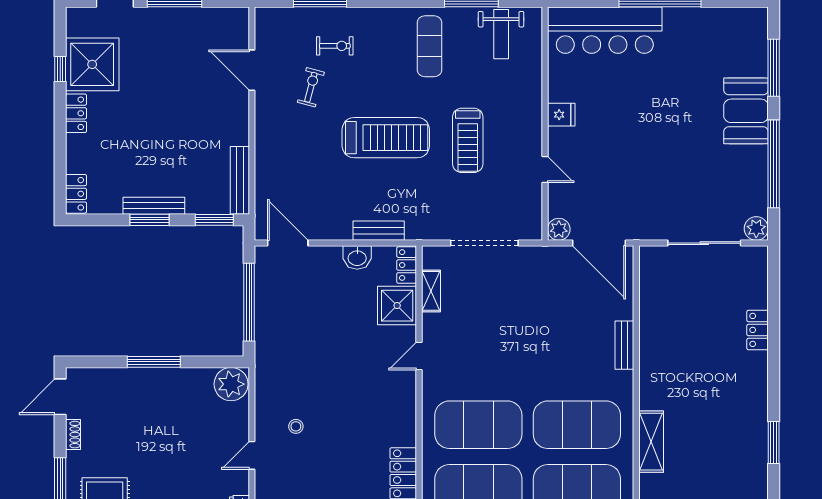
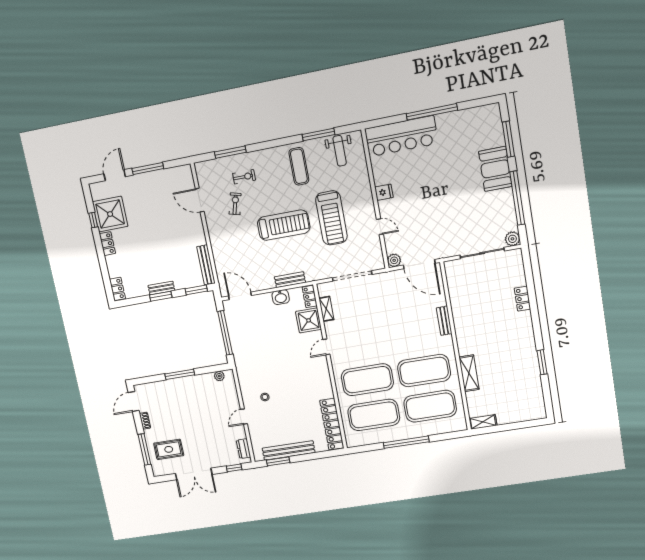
treadmill: (468, 140) -> (331, 218), width x1.37, depth x1.38
bench: (154, 206) -> (161, 288), width x0.73
plant: (231, 384) -> (219, 376), width x0.53, depth x0.53

